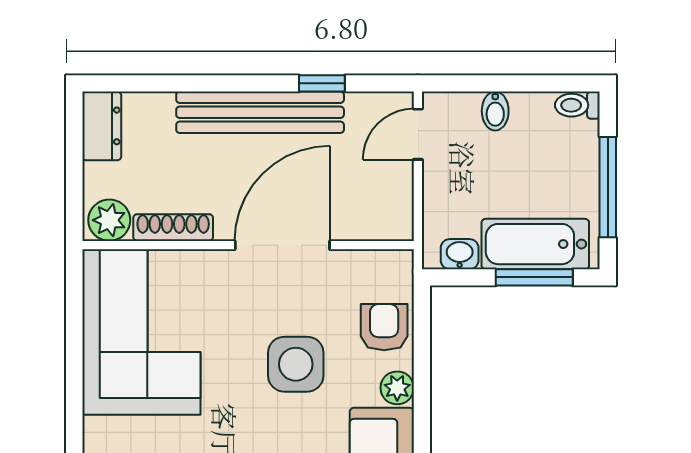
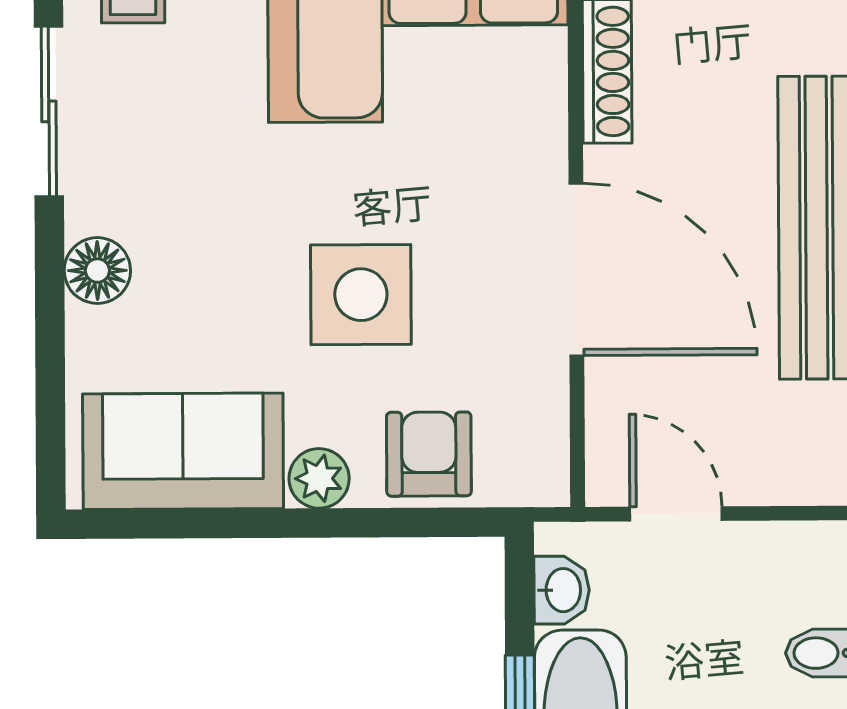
door: (418, 134) -> (676, 514), moved
armchair: (384, 327) -> (429, 454), turned -90

